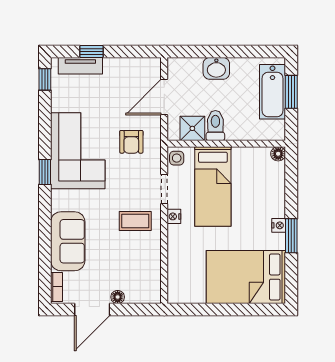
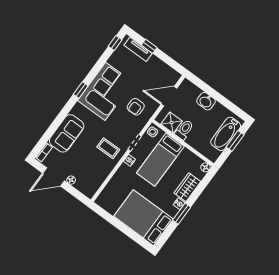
wardrobe: (274, 196) -> (187, 187), added

